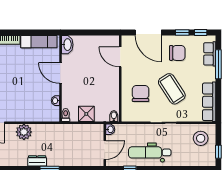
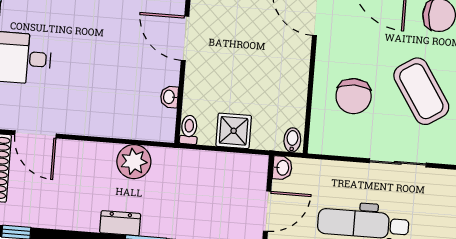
chair: (141, 94) -> (354, 96), turned 180
plant: (24, 132) -> (134, 162), moved

